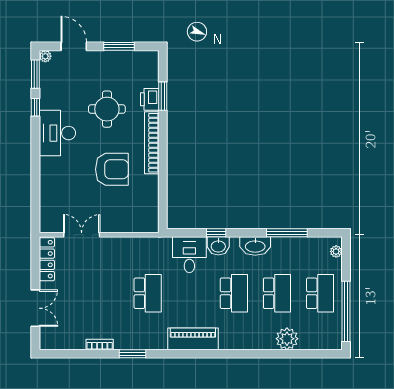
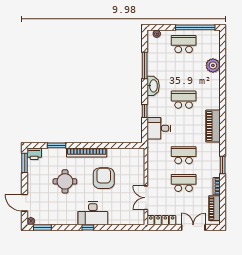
door: (74, 46) -> (25, 203), hinge flipped
window: (119, 46) -> (25, 163), moved
printer: (150, 99) -> (34, 154), moved
window: (35, 107) -> (88, 227), moved
desk: (57, 133) -> (93, 213), moved
washbasin: (218, 246) -> (153, 110), removed
school desk: (277, 293) -> (184, 183), moved
piano: (65, 341) -> (214, 208), added

